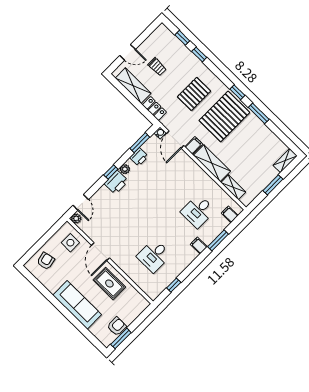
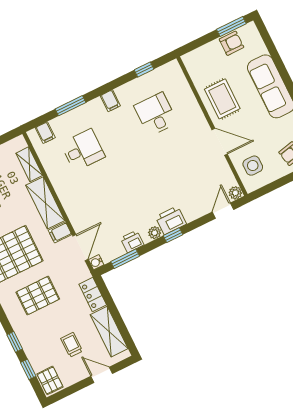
pallet: (164, 35) -> (50, 380), added
filing cabinet: (199, 246) -> (110, 101), moved
door: (100, 252) -> (220, 142), hinge flipped
desk: (154, 256) -> (156, 114), turned -90
armchair: (117, 326) -> (231, 43), turned 180

